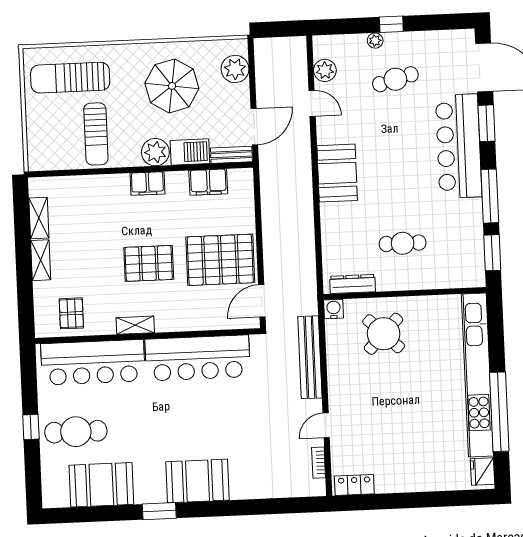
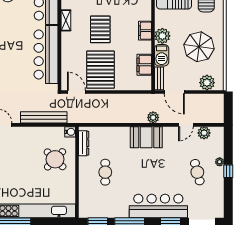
plant: (301, 162) -> (153, 117), added

